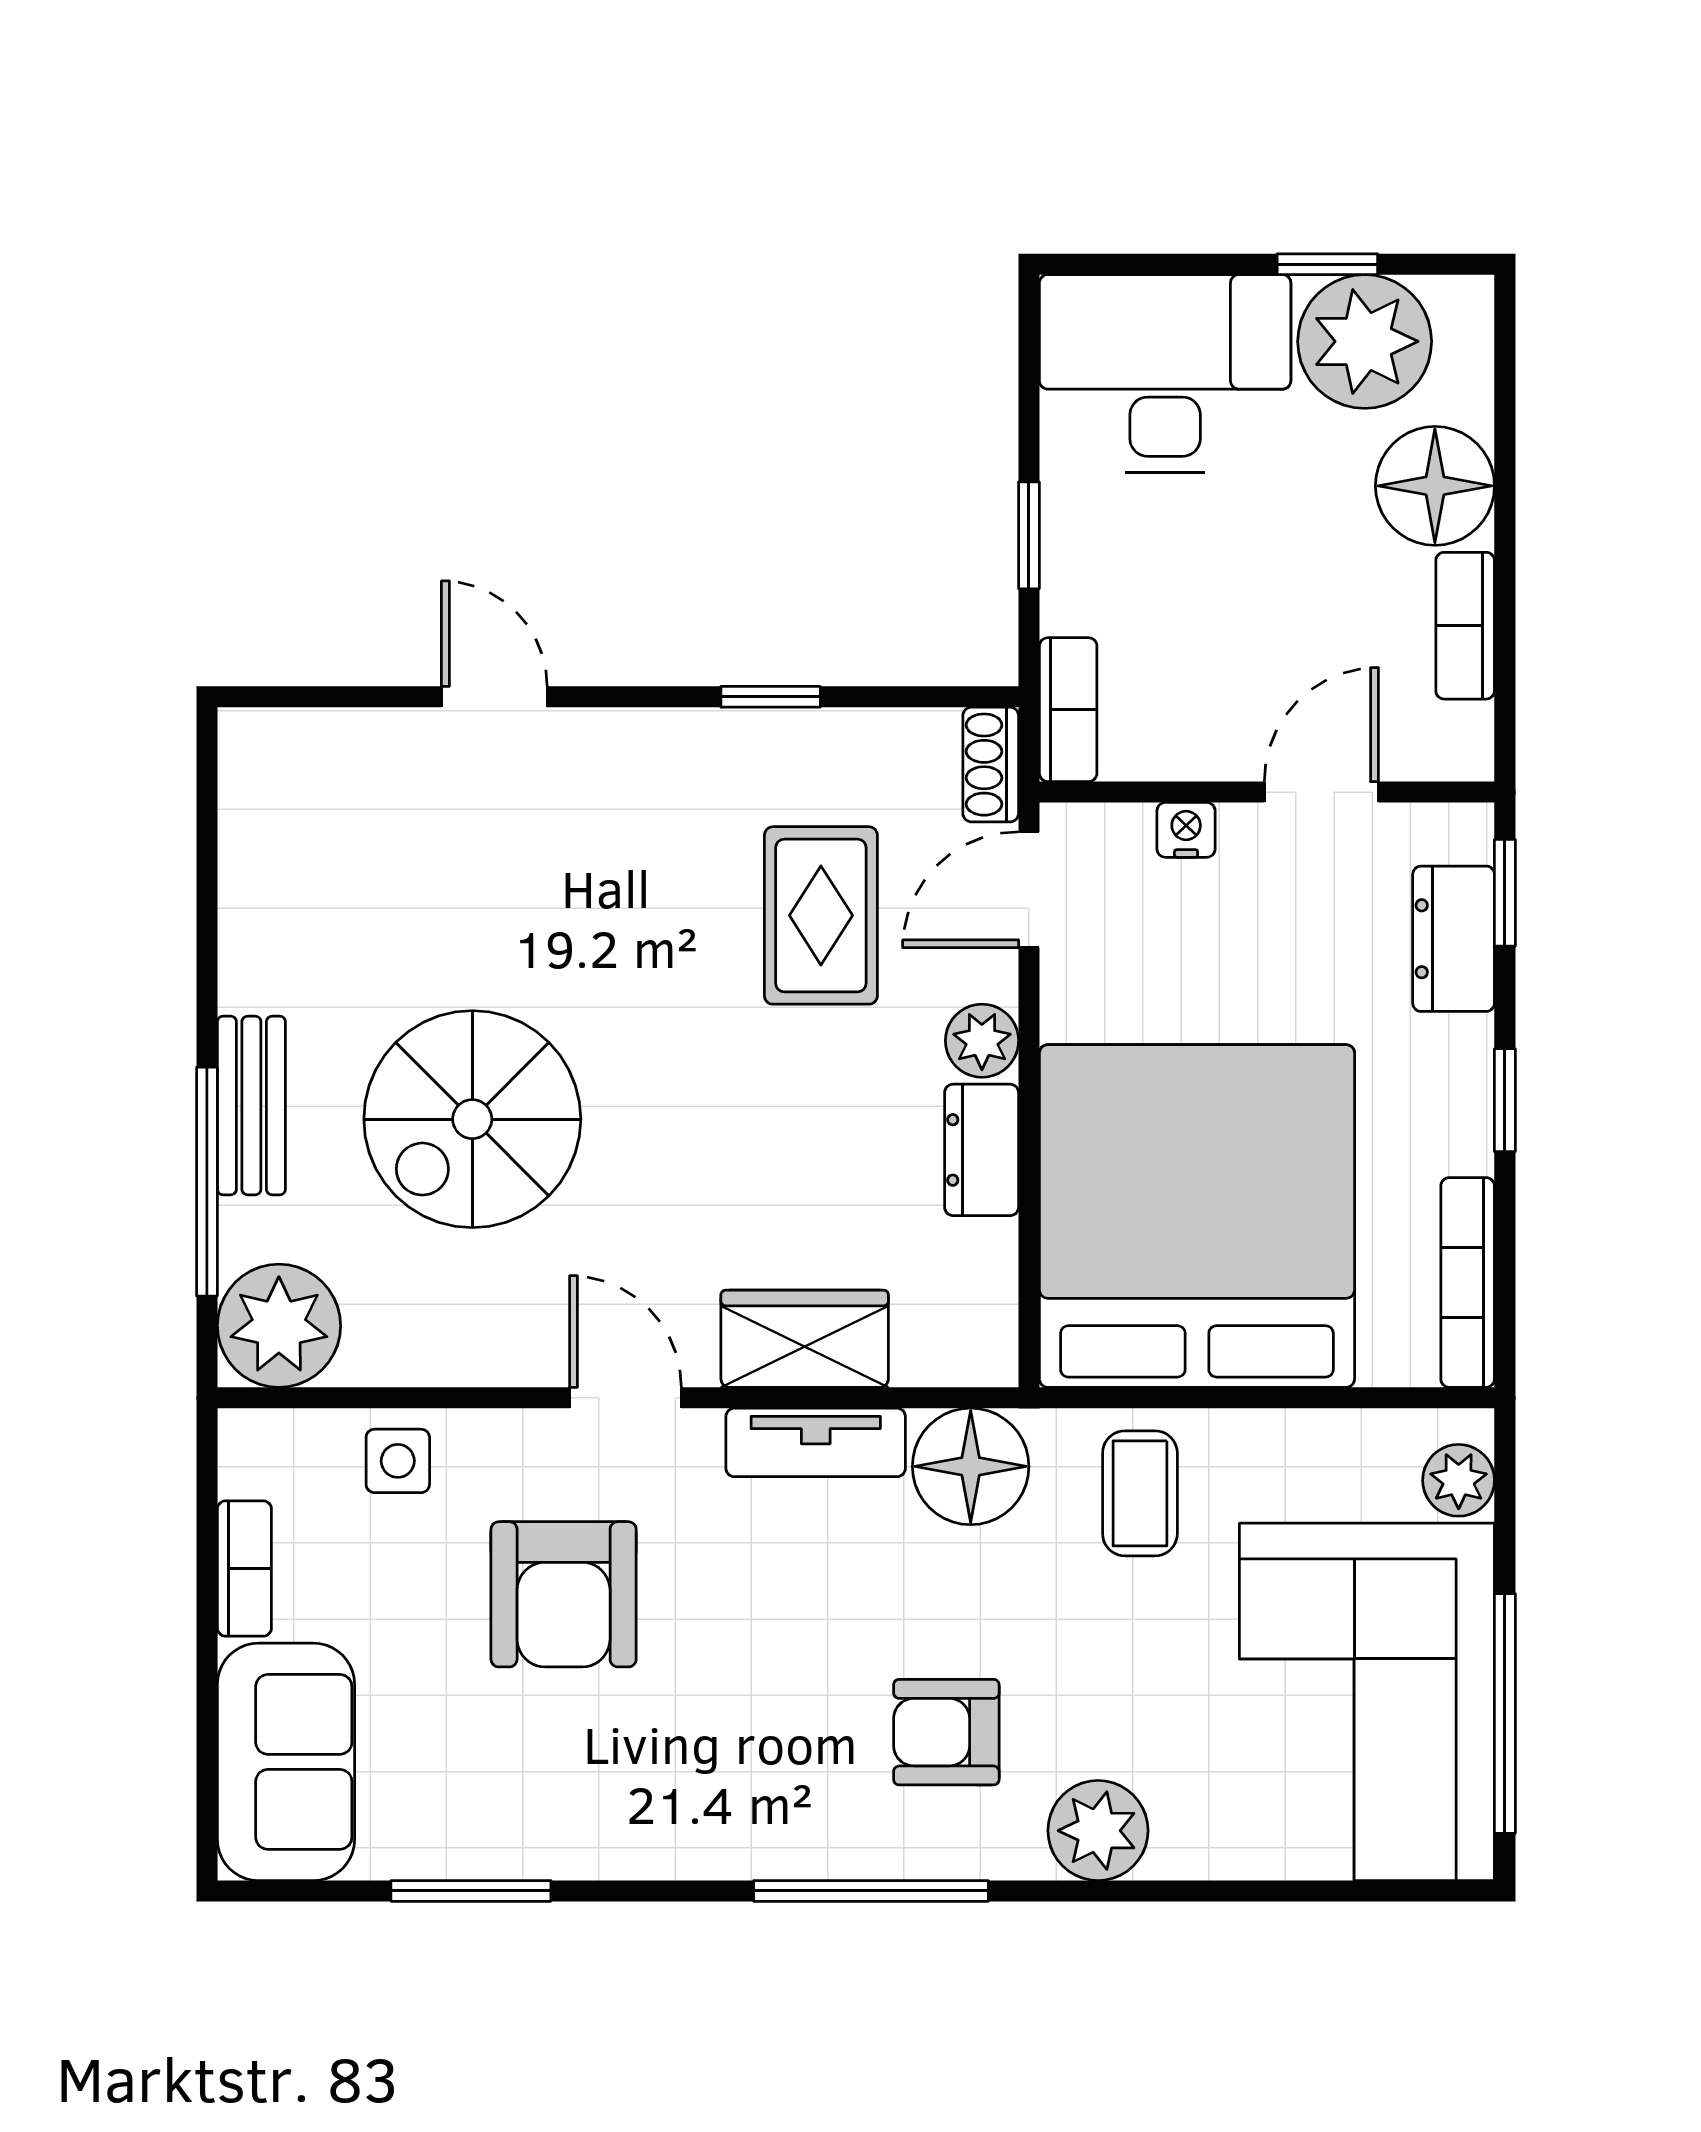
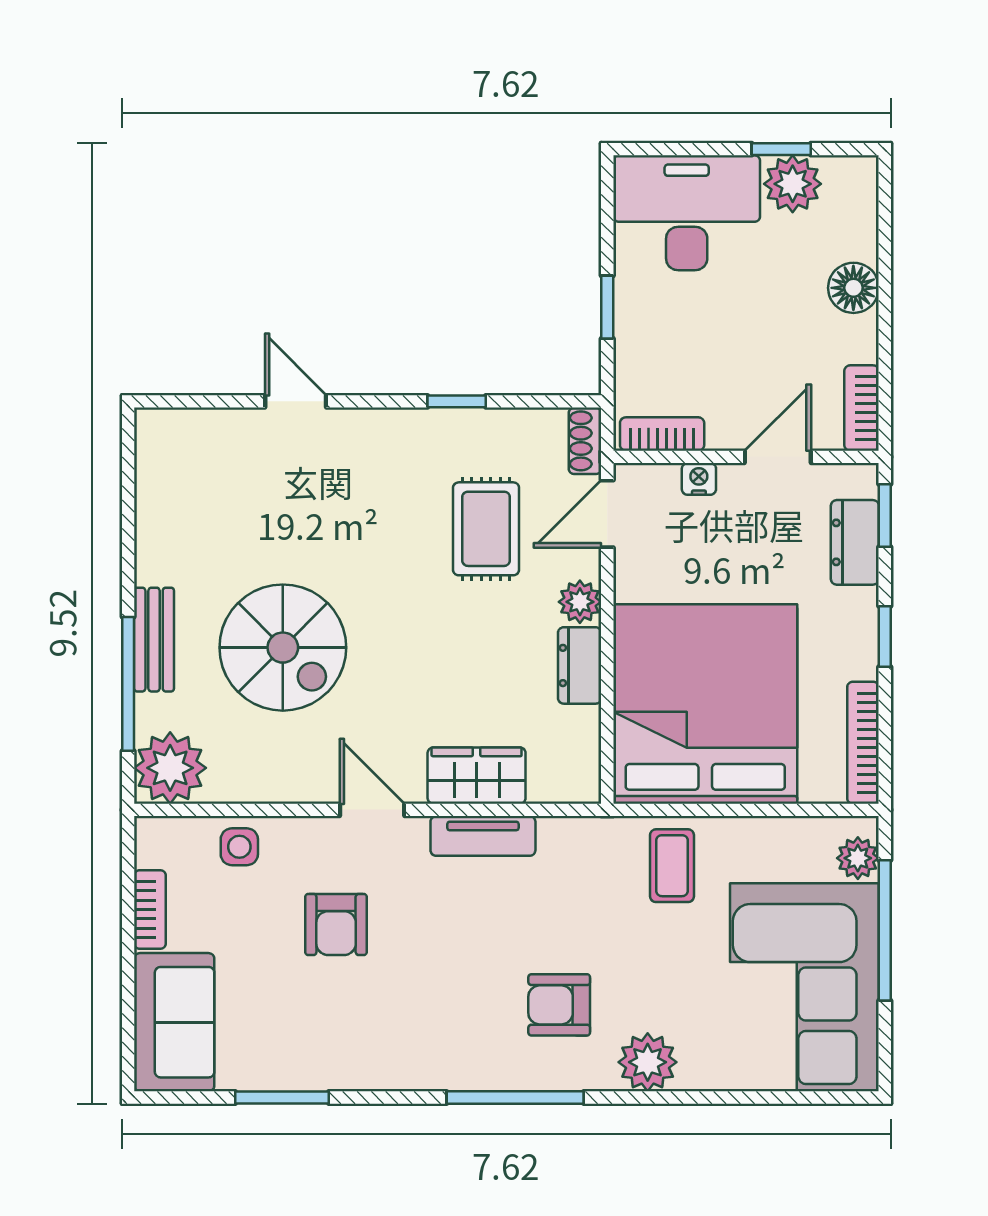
plant: (1365, 341) -> (793, 184), width x0.73, depth x0.73
floor lamp: (1435, 486) -> (853, 288), width x0.73, depth x0.73
bookcase: (1465, 626) -> (862, 408), moved
bookcase: (1068, 710) -> (662, 434), moved, turned -90
spiral stairs: (472, 1119) -> (283, 648), turned -90
floor lamp: (971, 1466) -> (573, 850), removed
armchair: (564, 1594) -> (336, 925), width x0.72, depth x0.72
window: (1505, 1714) -> (885, 930), moved

